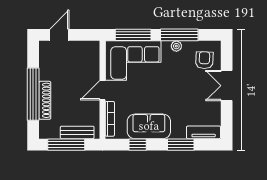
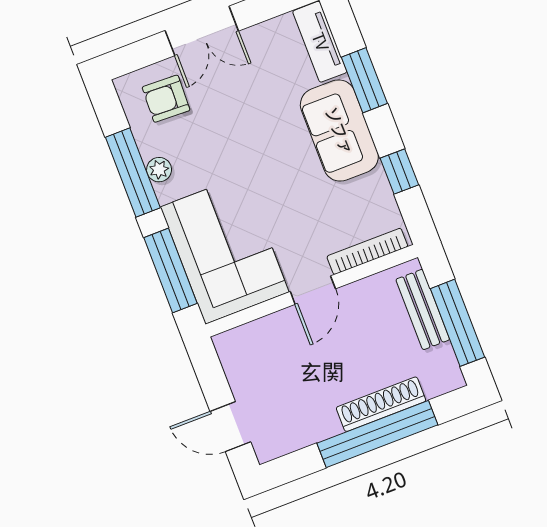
door: (102, 90) -> (313, 290), hinge flipped
sofa: (149, 126) -> (339, 131), moved

